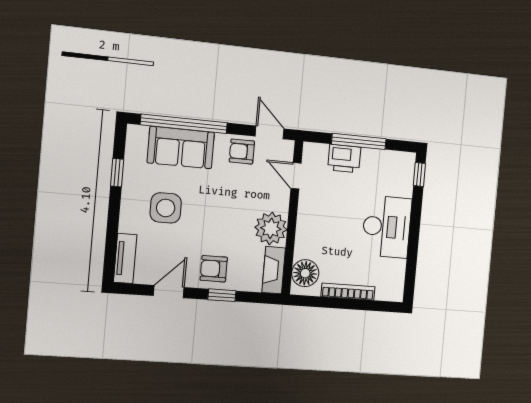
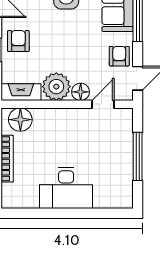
printer: (344, 159) -> (122, 145), removed
window: (419, 175) -> (114, 213), removed
floor lamp: (279, 201) -> (81, 92), added

